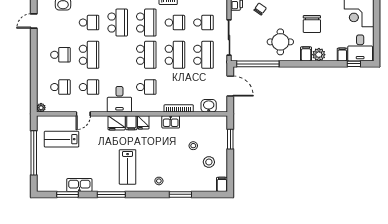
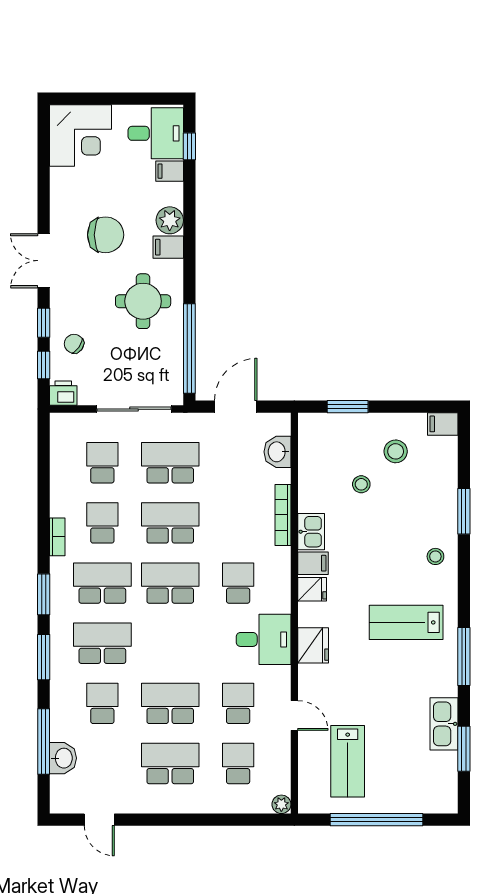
school desk: (60, 55) -> (170, 764), width x1.85
filing cabinet: (131, 123) -> (313, 563), moved
lab bench: (128, 167) -> (406, 622), turned 180

